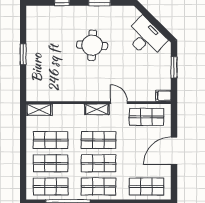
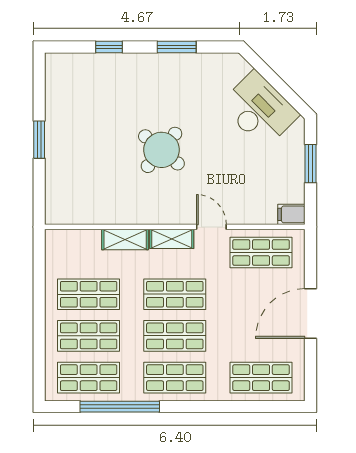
round table: (92, 45) -> (161, 150), moved, turned 37
shelving: (39, 110) -> (125, 239), moved

